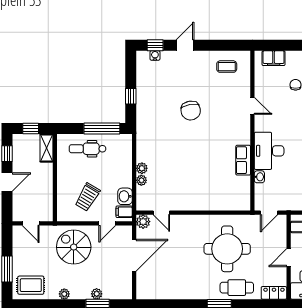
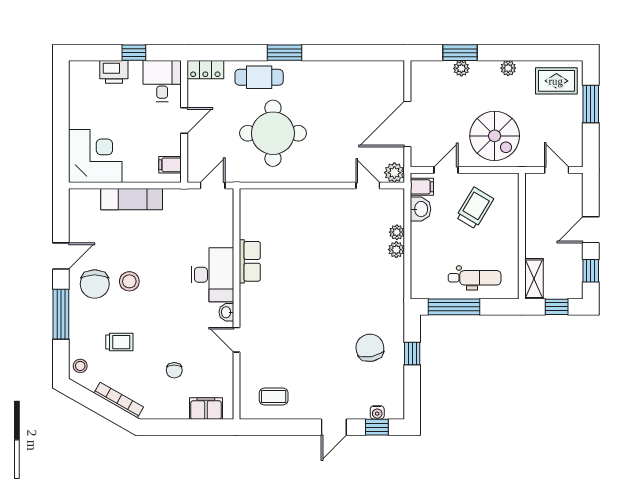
chair: (191, 111) -> (370, 348), moved
washbasin: (259, 177) -> (226, 312), moved

